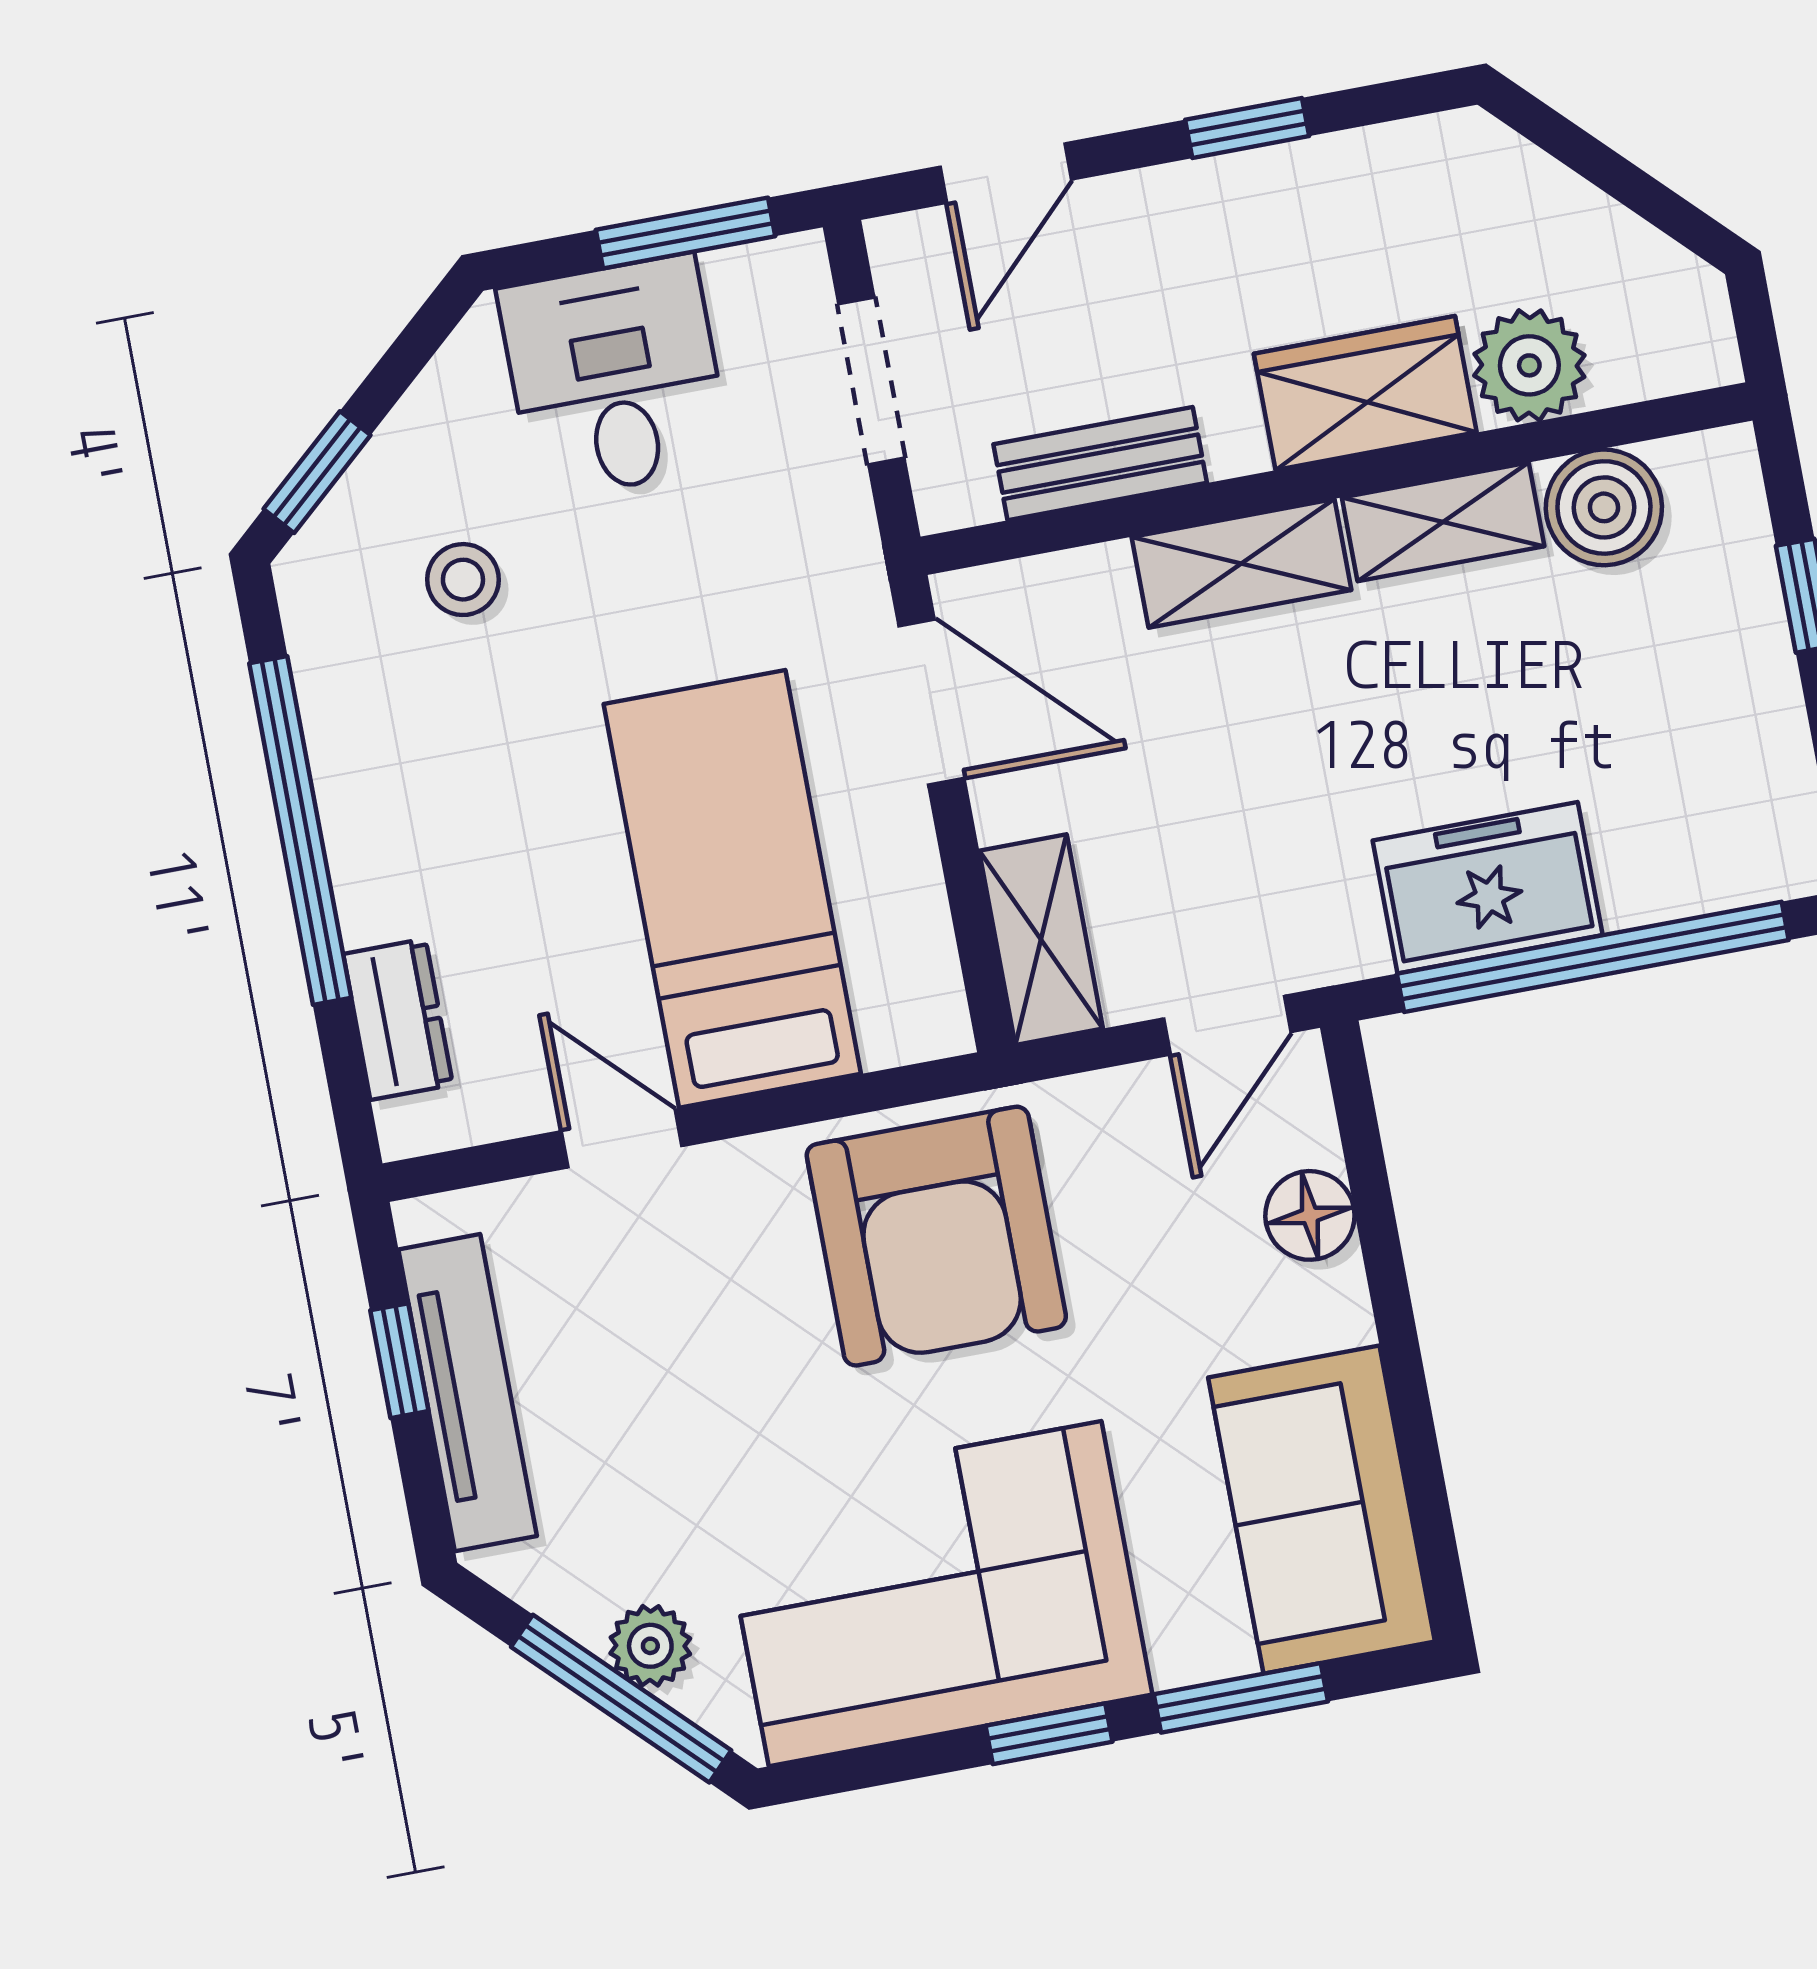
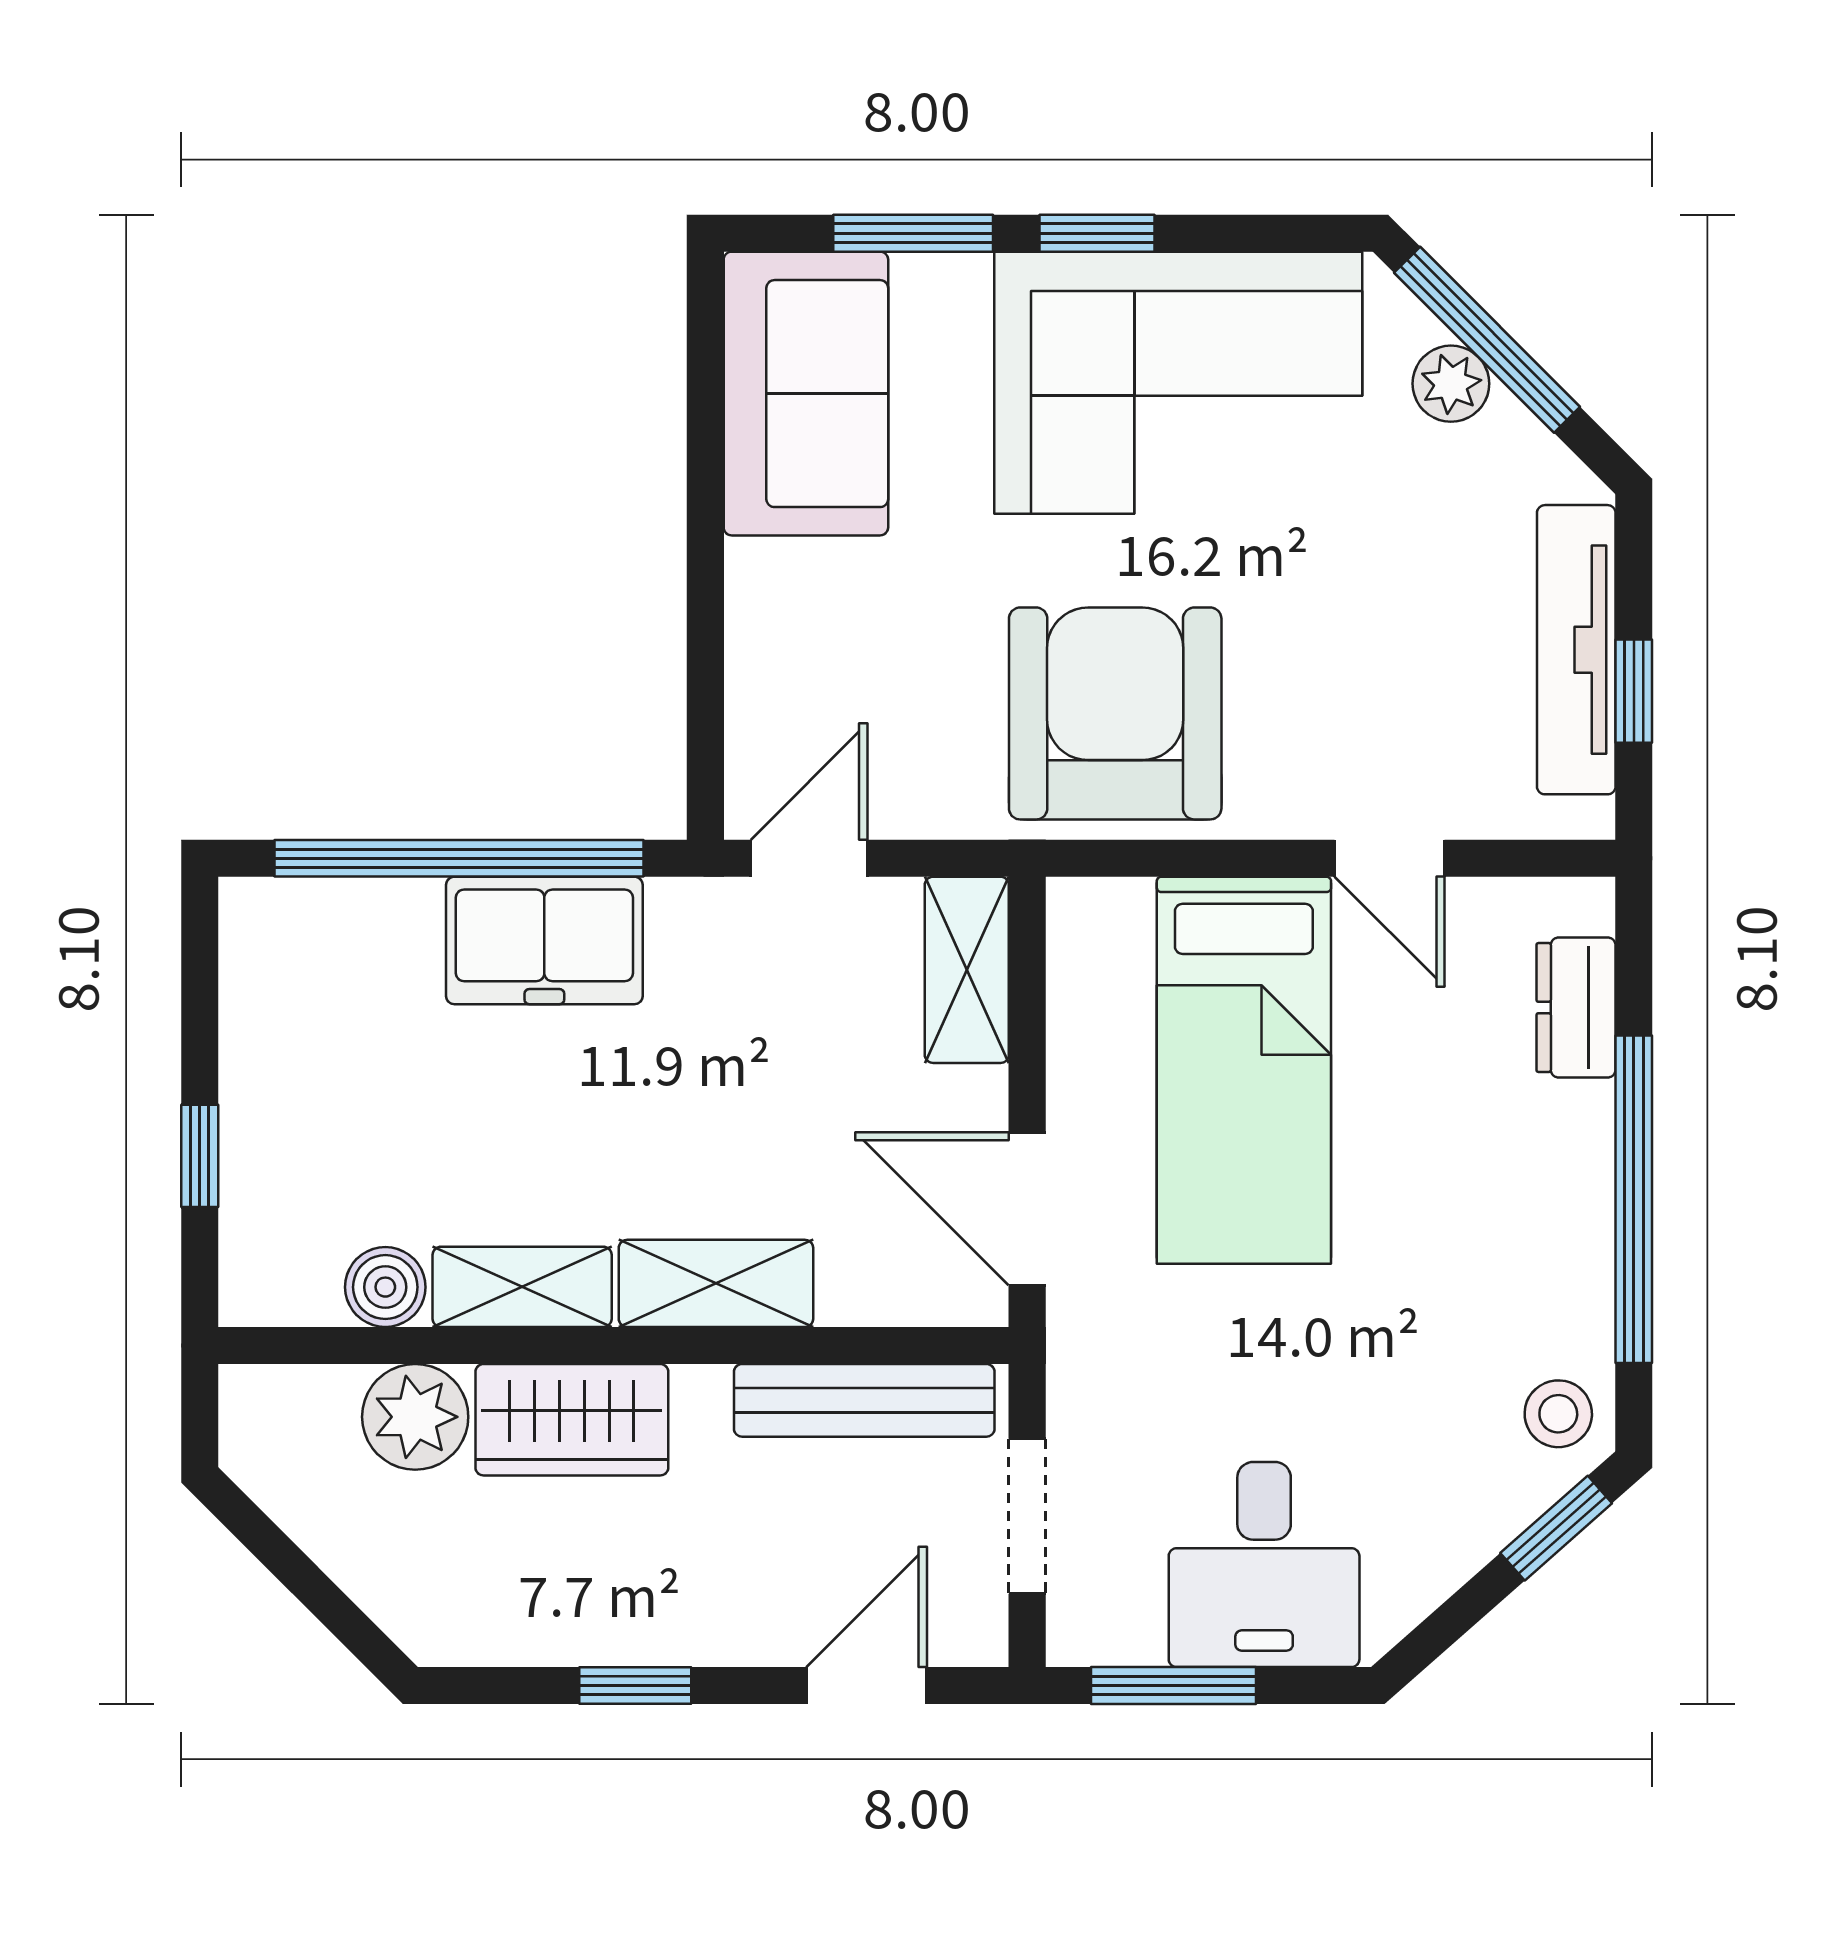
bench: (1100, 464) -> (864, 1400), width x1.36
boiler: (1604, 507) -> (385, 1287), width x0.73, depth x0.73
stool: (463, 580) -> (1558, 1414), moved
floor lamp: (1310, 1215) -> (766, 668), removed

